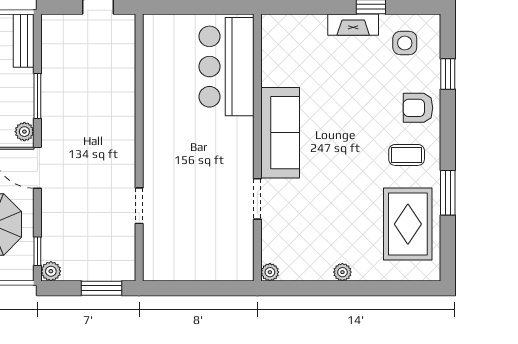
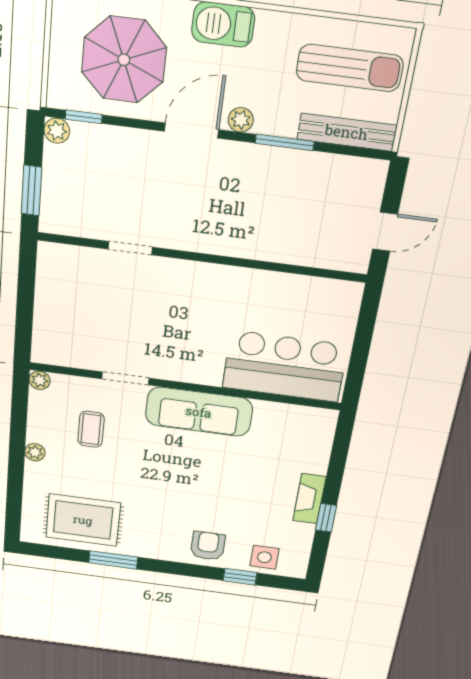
bench: (24, 41) -> (347, 132), width x1.36
side table: (405, 43) -> (264, 557), moved
coffee table: (407, 155) -> (91, 429), moved

